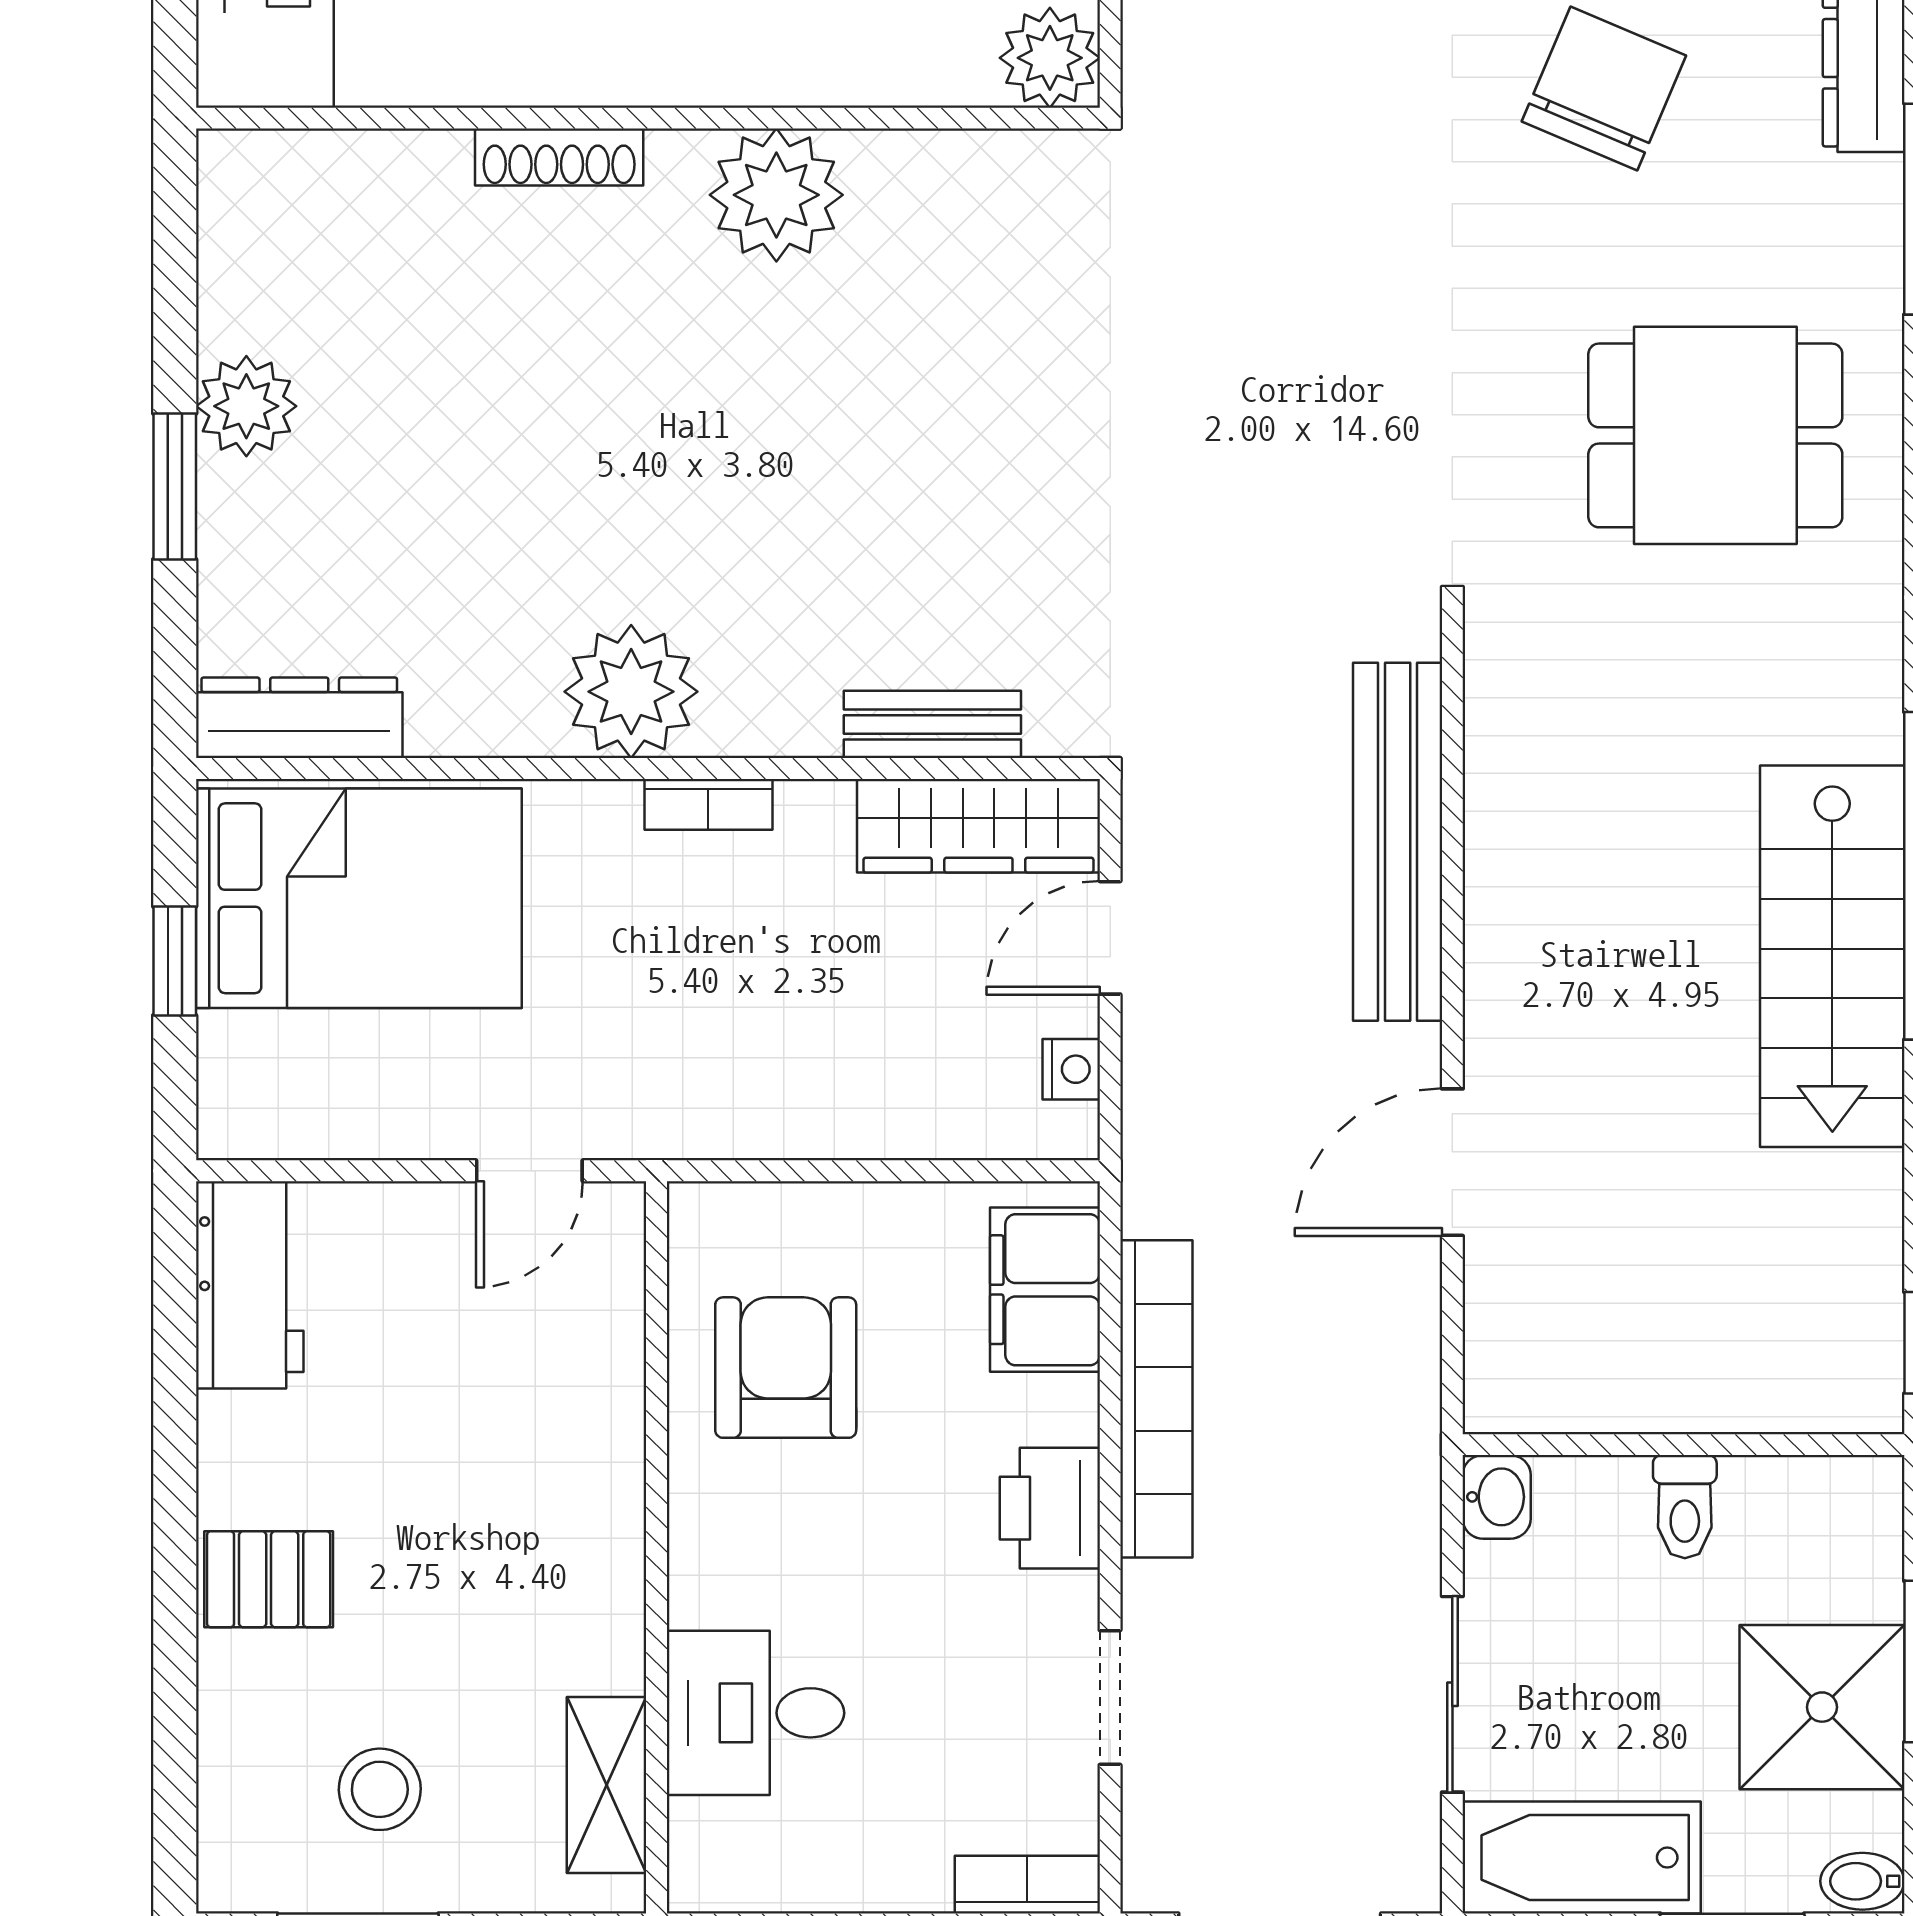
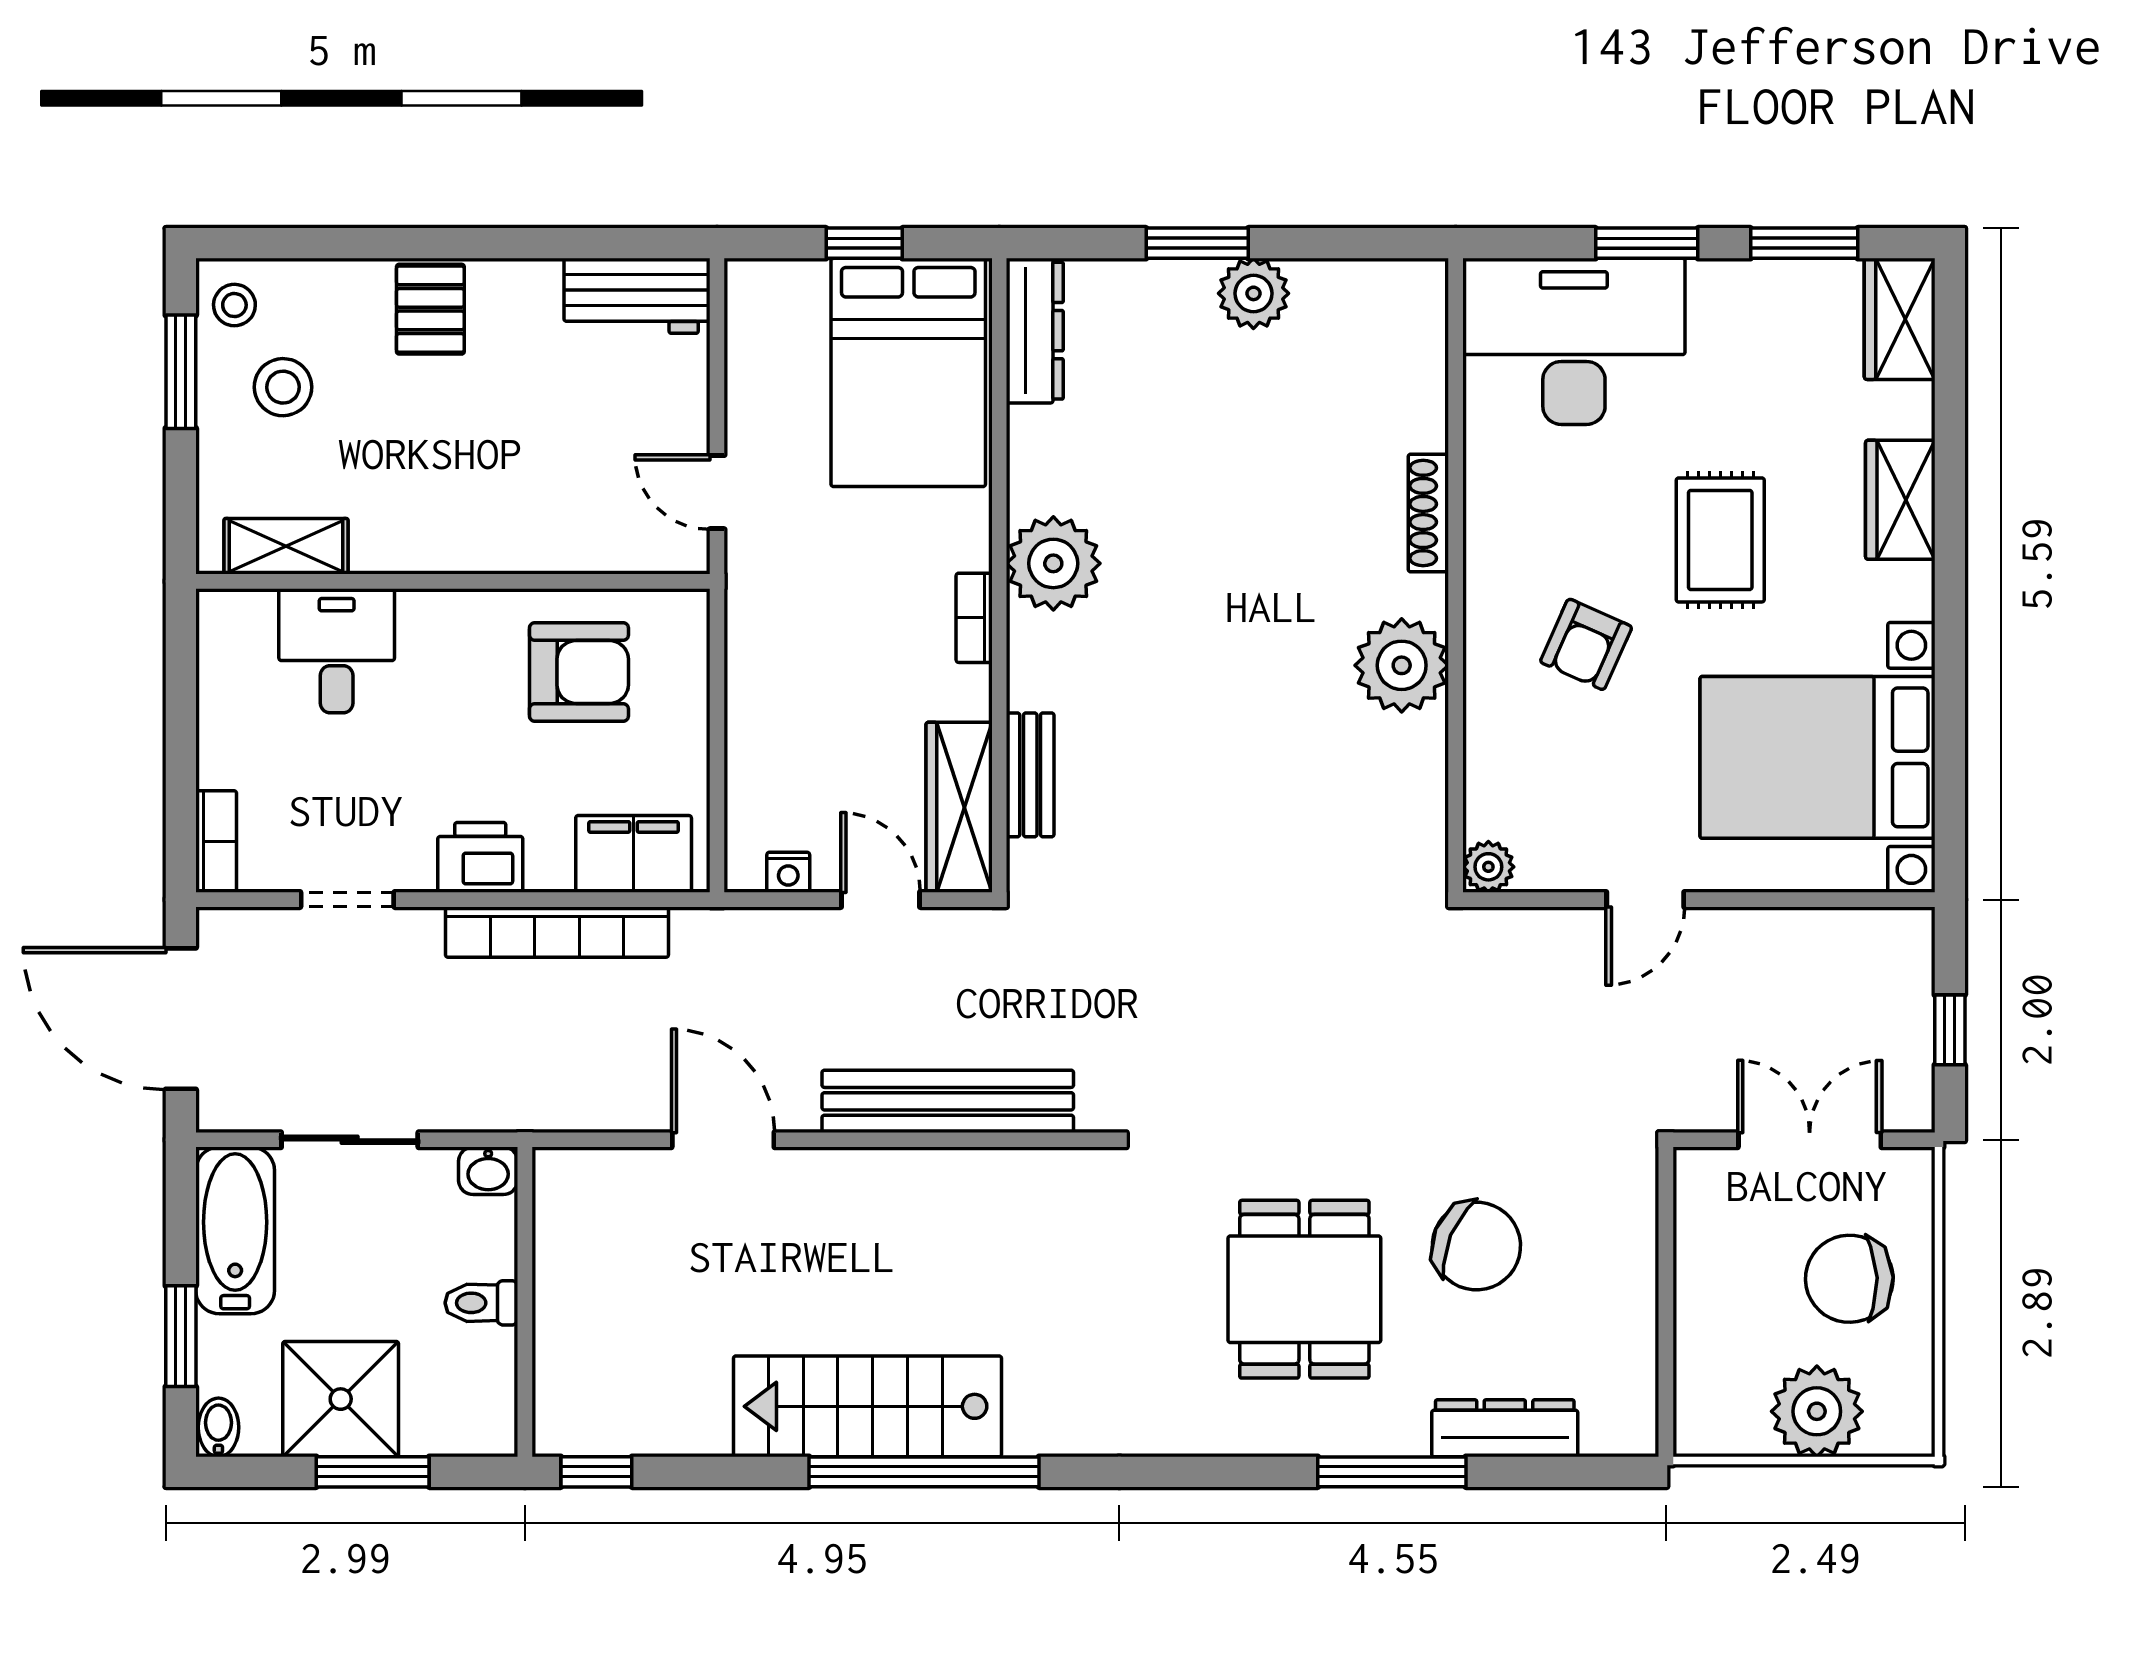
plant: (1050, 58) -> (1488, 867), width x0.73, depth x0.73
dining table: (1715, 435) -> (1304, 1289), moved
stool: (263, 1859) -> (234, 305), added

